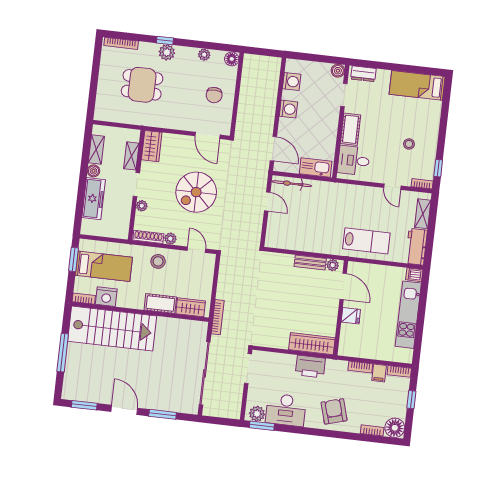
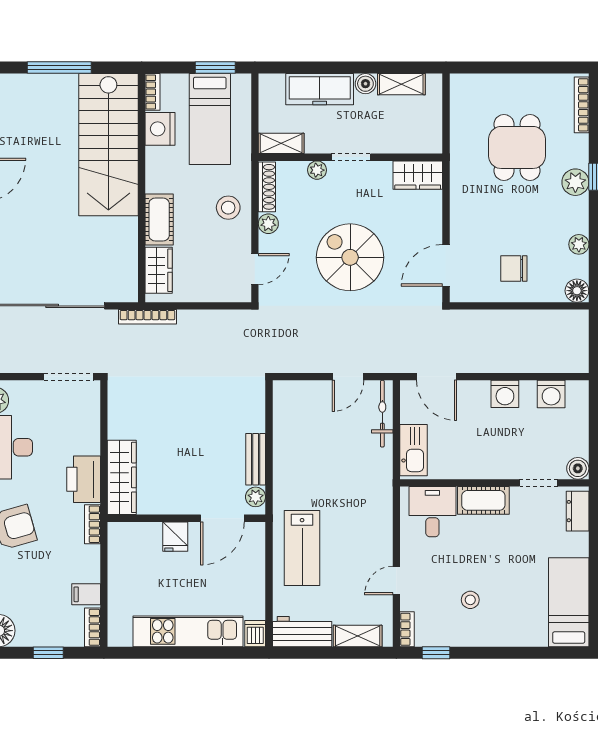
door: (273, 149) -> (436, 377), hinge flipped
shelving: (131, 156) -> (281, 143), moved
bookcase: (360, 367) -> (92, 524), moved

